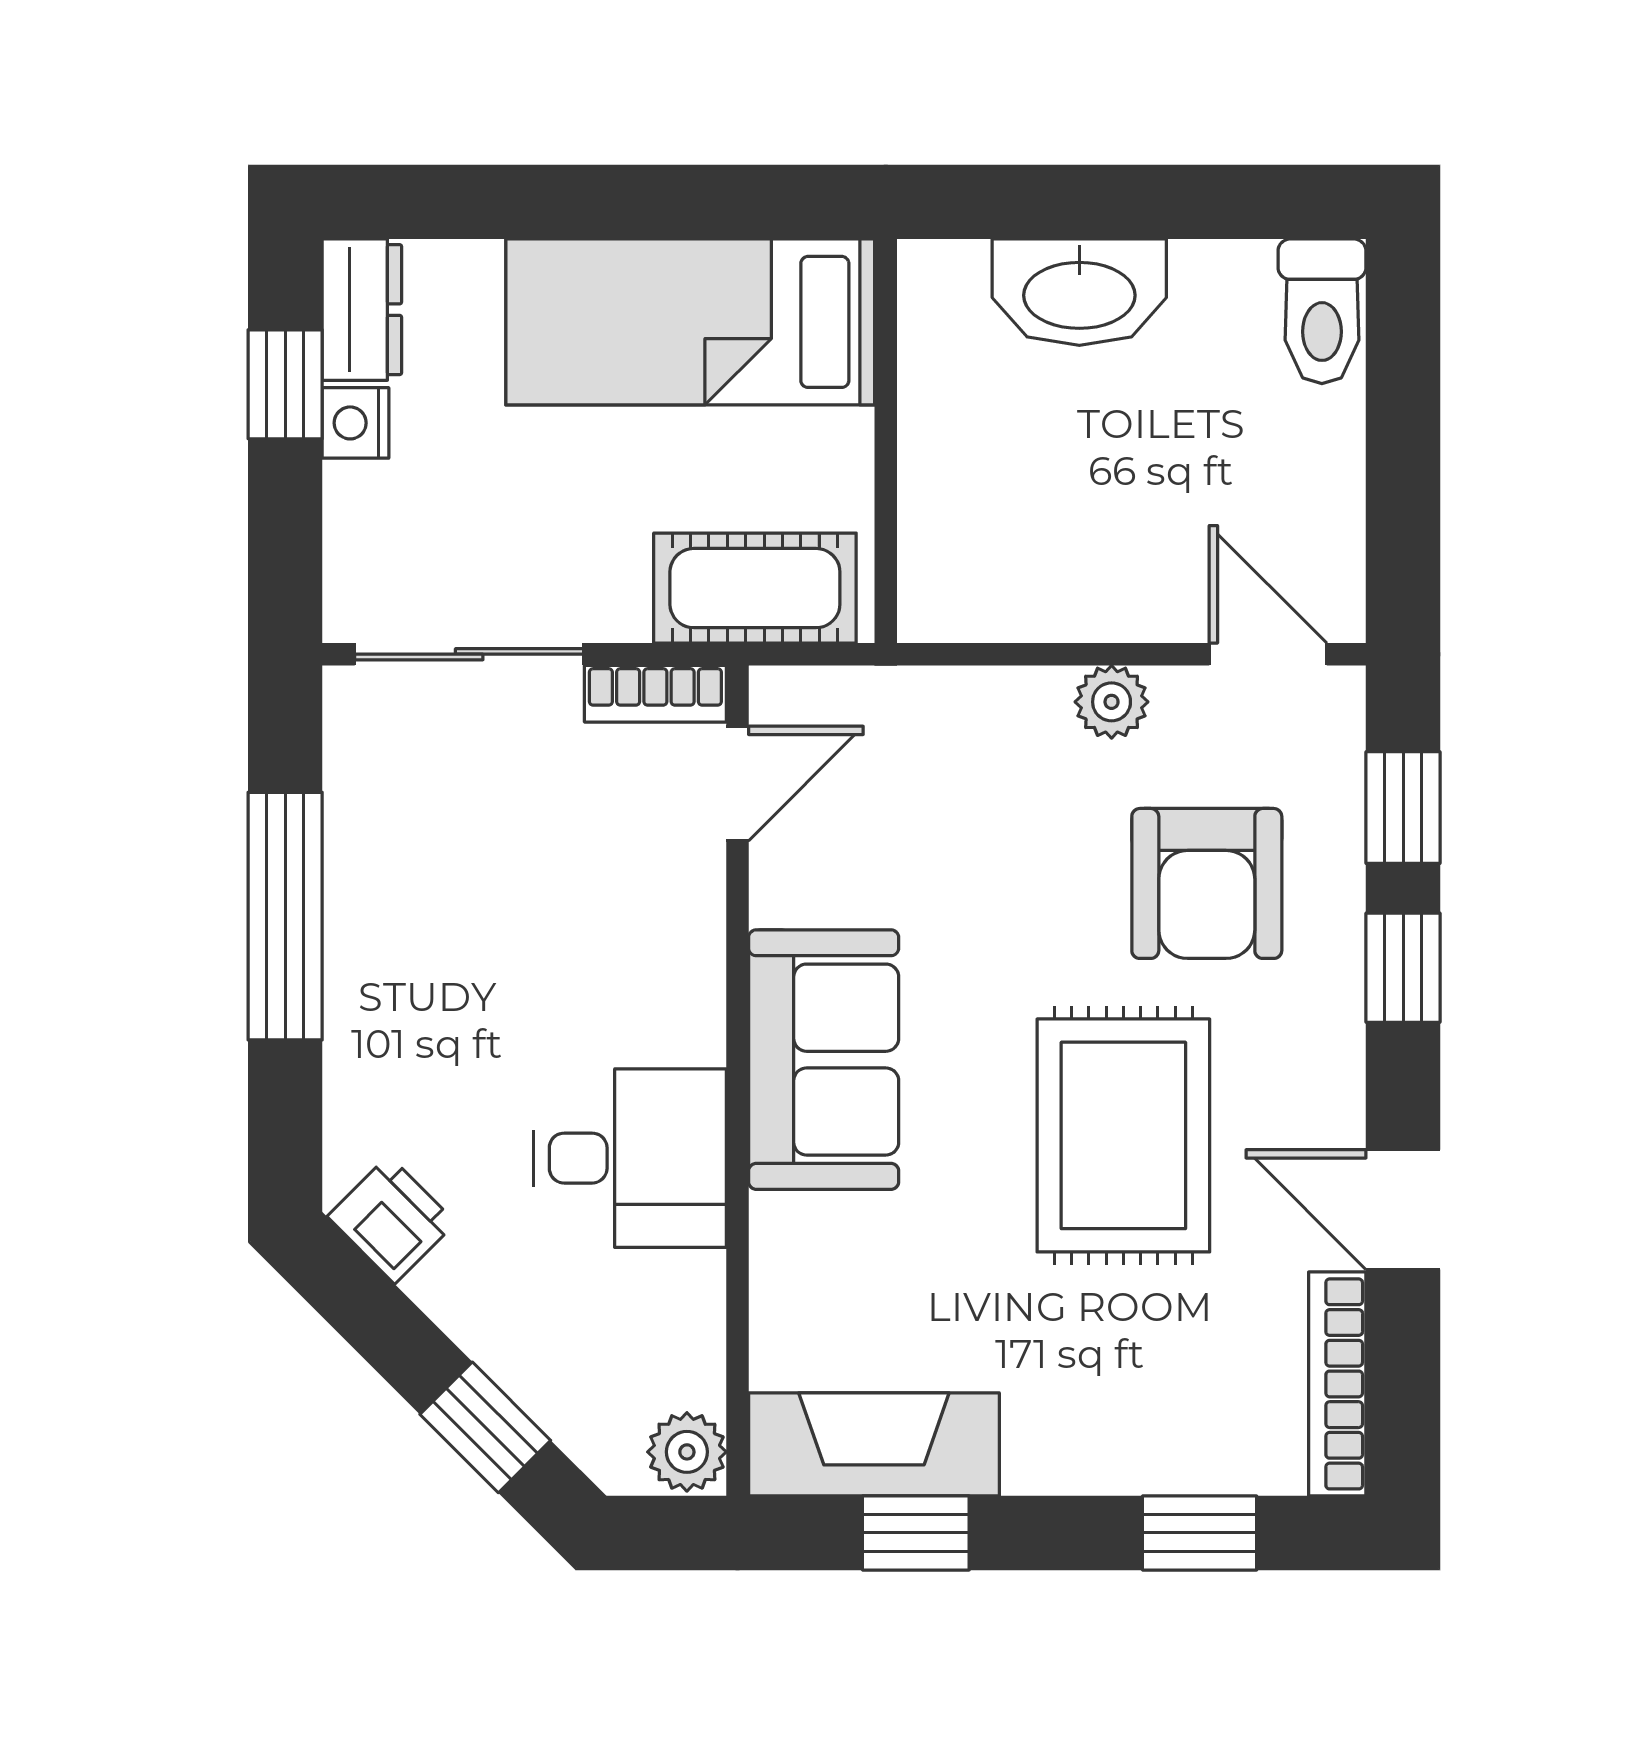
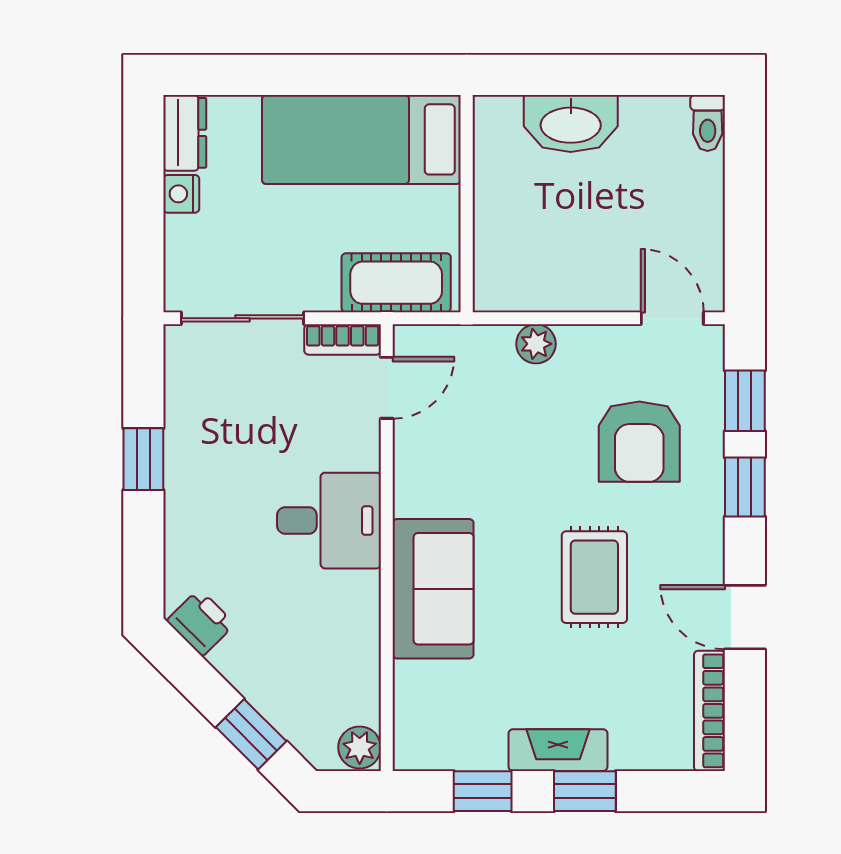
toilet: (1322, 311) -> (708, 123), width x0.73, depth x0.72
window: (285, 384) -> (143, 173), removed
plant: (1112, 702) -> (536, 344), moved
window: (285, 916) -> (143, 459), width x0.46
sofa: (824, 1060) -> (433, 589), moved
rug: (1123, 1135) -> (594, 577), width x0.73, depth x0.70
desk: (630, 1158) -> (329, 521), moved
fireplace: (874, 1444) -> (558, 750), moved, width x0.73, depth x0.76
window: (1200, 1533) -> (585, 791), moved

